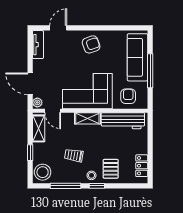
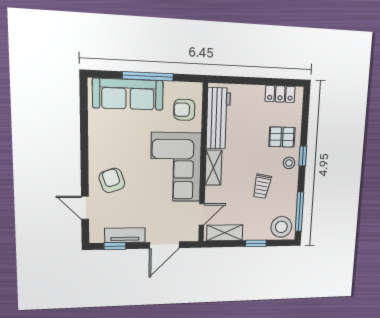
armchair: (91, 44) -> (112, 180), moved
tv unit: (38, 45) -> (125, 235), moved
window: (30, 48) -> (115, 246), added
plant: (37, 102) -> (190, 235), removed
window: (65, 186) -> (299, 212), moved

